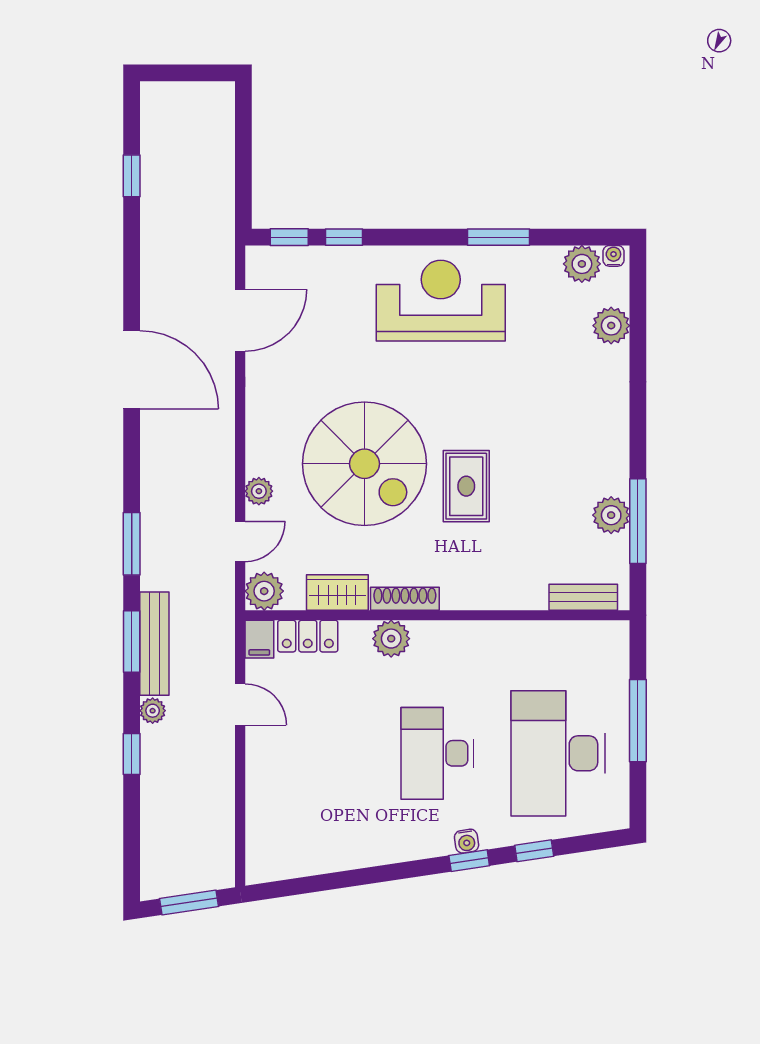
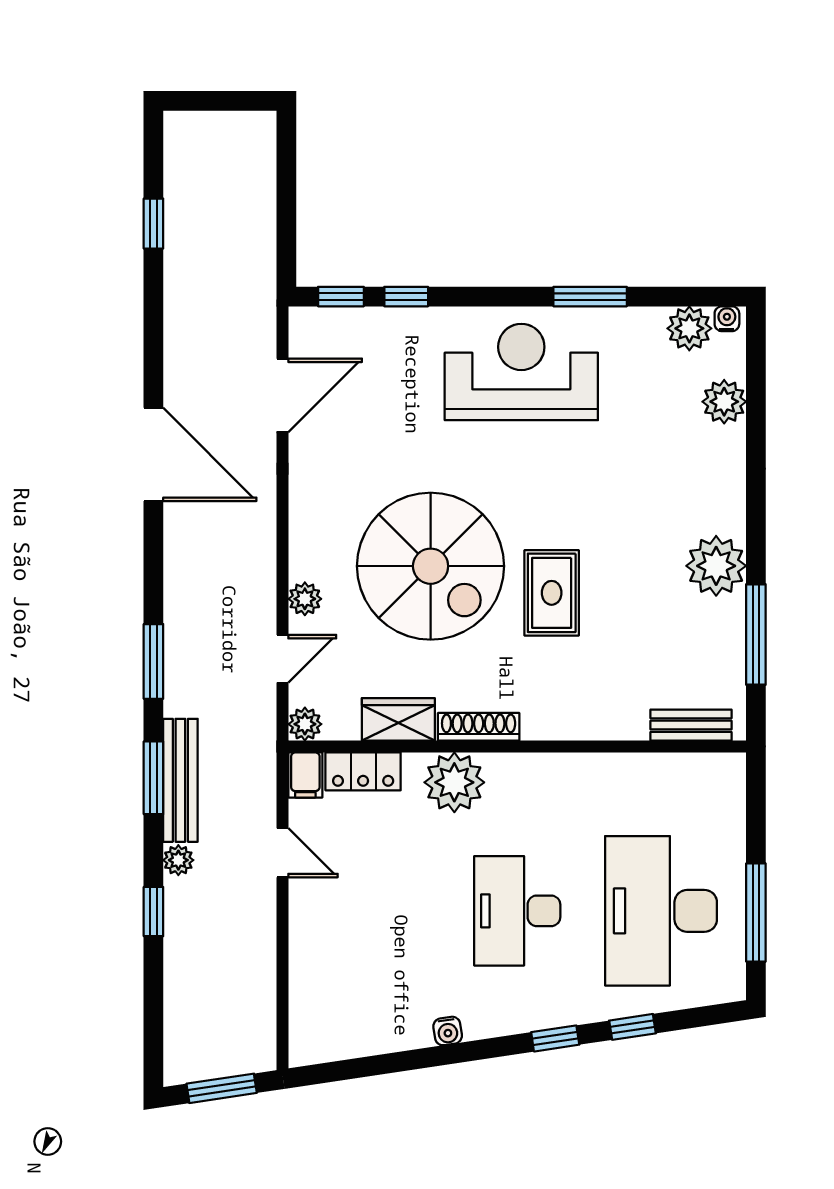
plant: (611, 515) -> (716, 566), moved, width x1.36, depth x1.36
plant: (264, 591) -> (305, 724), width x0.73, depth x0.73
plant: (391, 639) -> (454, 782), width x1.36, depth x1.36
window: (638, 721) -> (756, 913), moved
water cooler: (467, 841) -> (448, 1031), moved

